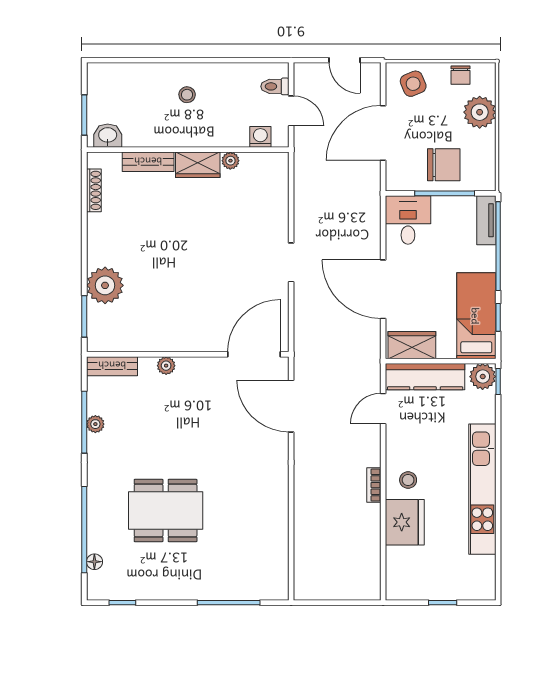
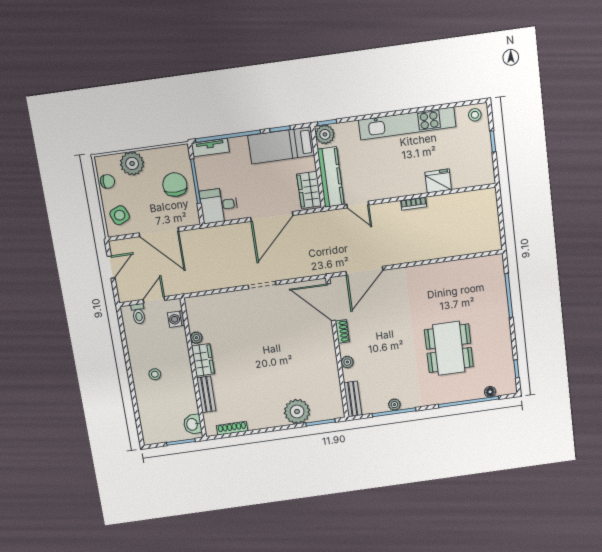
shoe rack: (211, 364) -> (342, 331), added
stool: (408, 480) -> (475, 115), moved
fridge: (405, 522) -> (438, 181), width x0.73, depth x0.75

